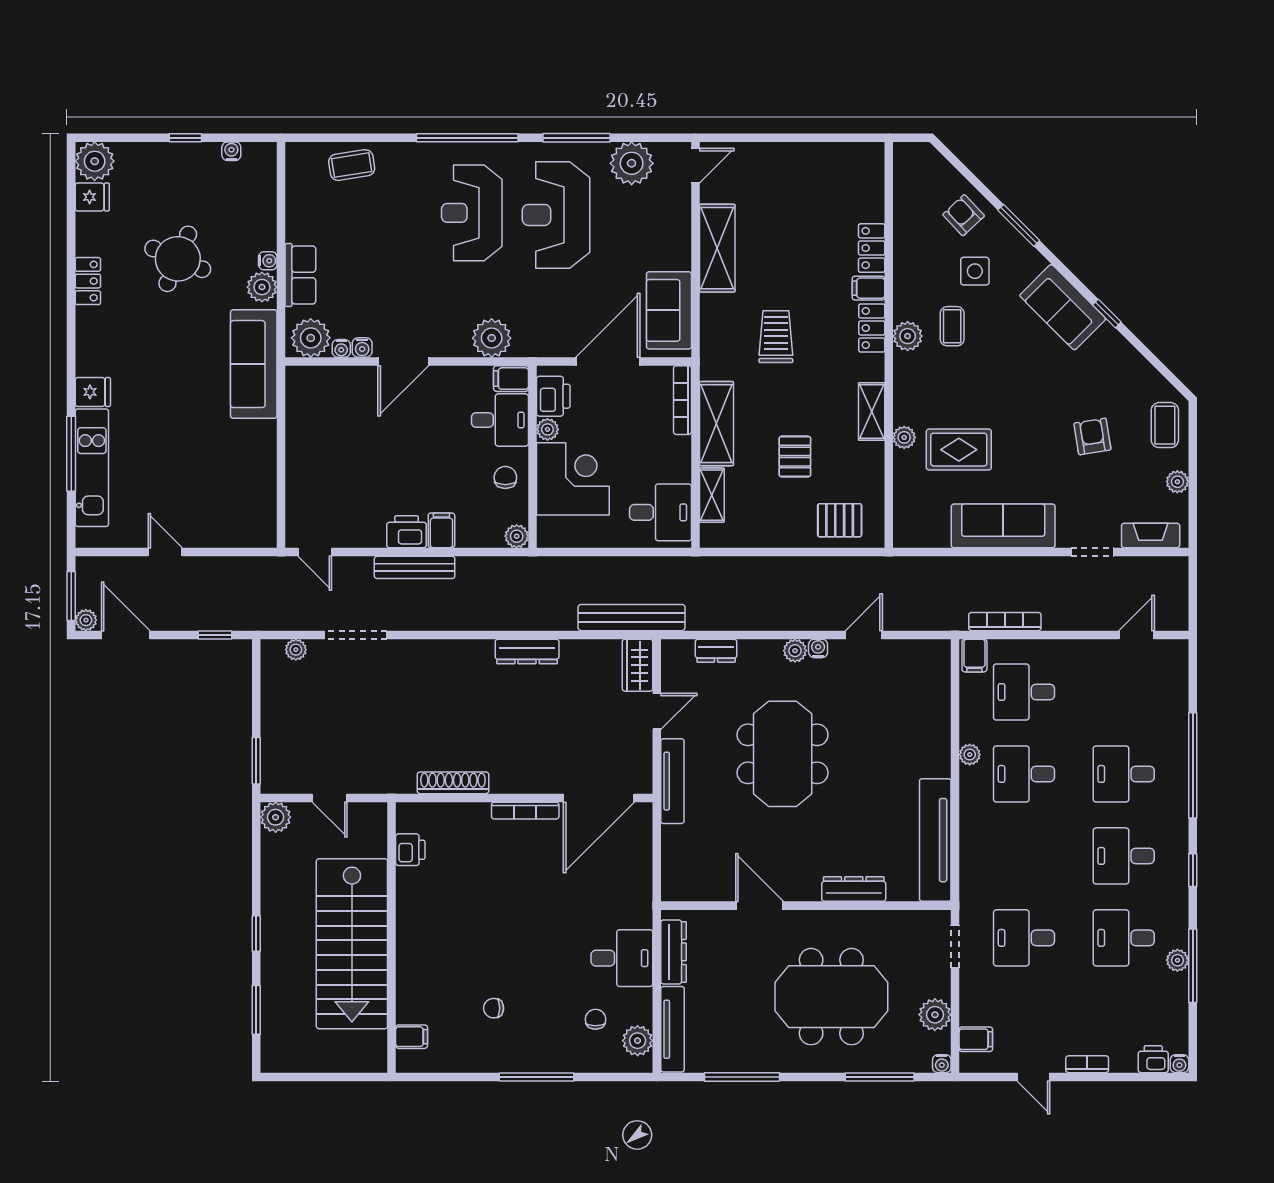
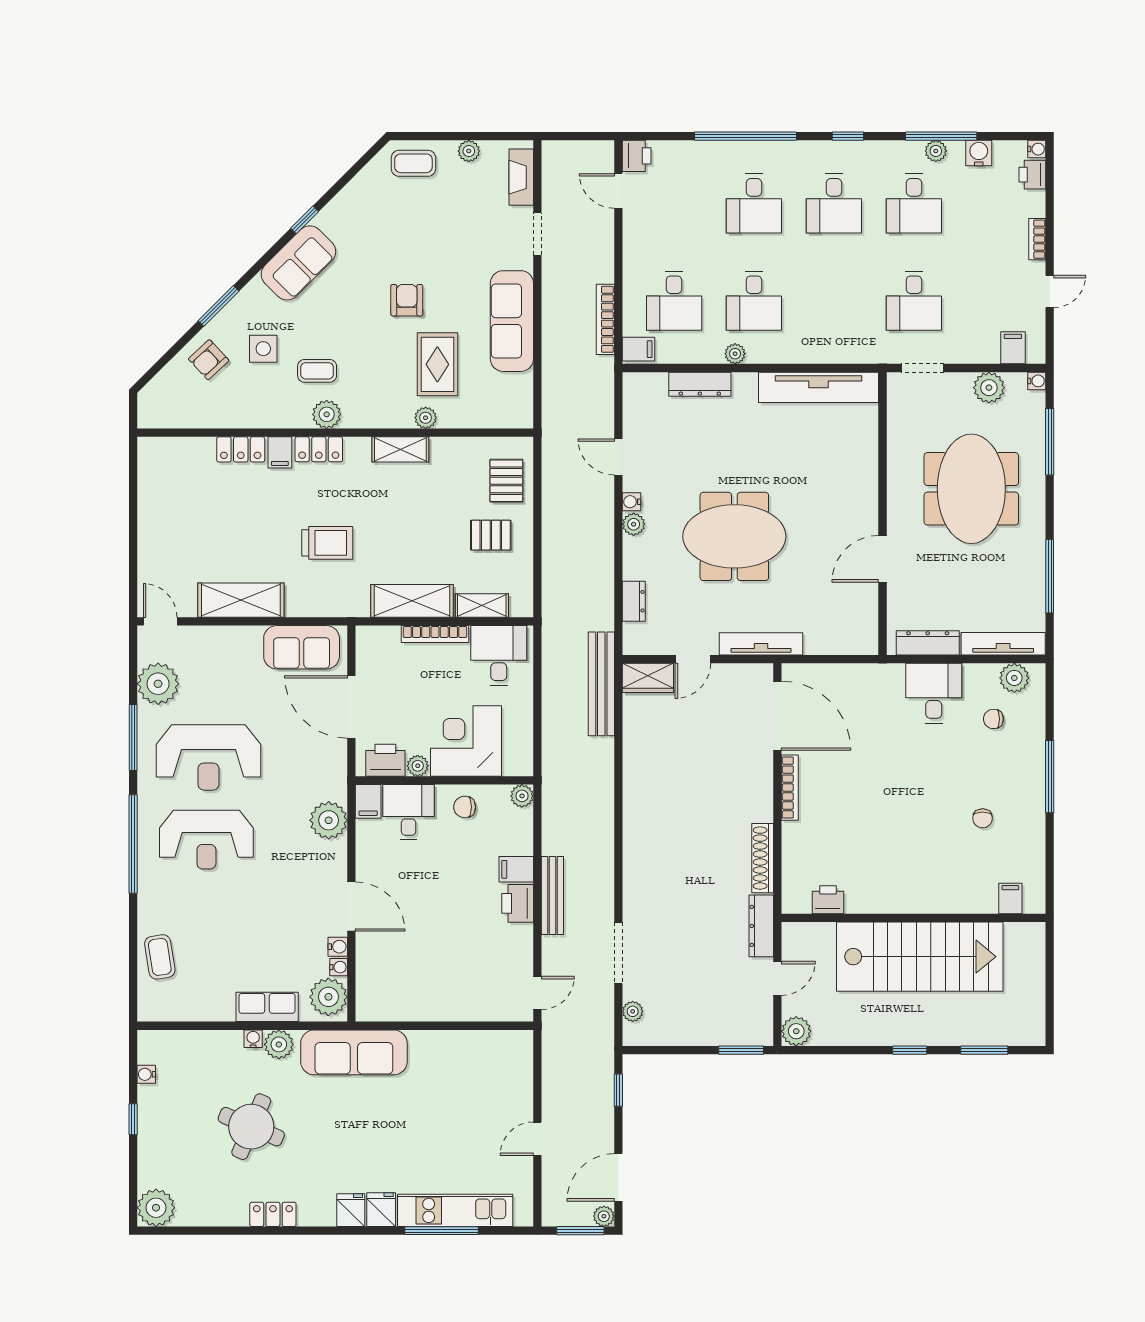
fridge: (92, 197) -> (351, 1210), moved
trolley: (776, 337) -> (327, 543), turned 180
bookcase: (682, 400) -> (435, 634), moved
armchair: (1092, 436) -> (407, 300), moved, turned 99
pallet: (795, 457) -> (491, 535), moved
dresser: (527, 651) -> (761, 926), moved, turned 180
printer: (1172, 654) -> (637, 156), added
door: (657, 711) -> (693, 659), swing flipped
dresser: (854, 889) -> (700, 384), moved, turned -90
water cooler: (1175, 1004) -> (979, 153), added

